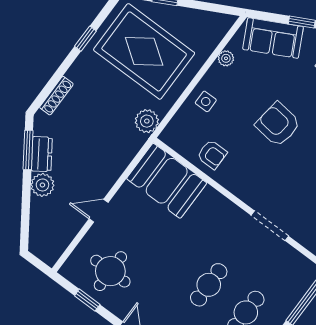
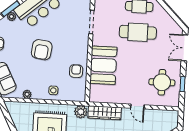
wardrobe: (122, 156) -> (105, 113), added
booth: (167, 181) -> (103, 65), moved
cafe table: (209, 285) -> (138, 32), width x1.37, depth x1.35

